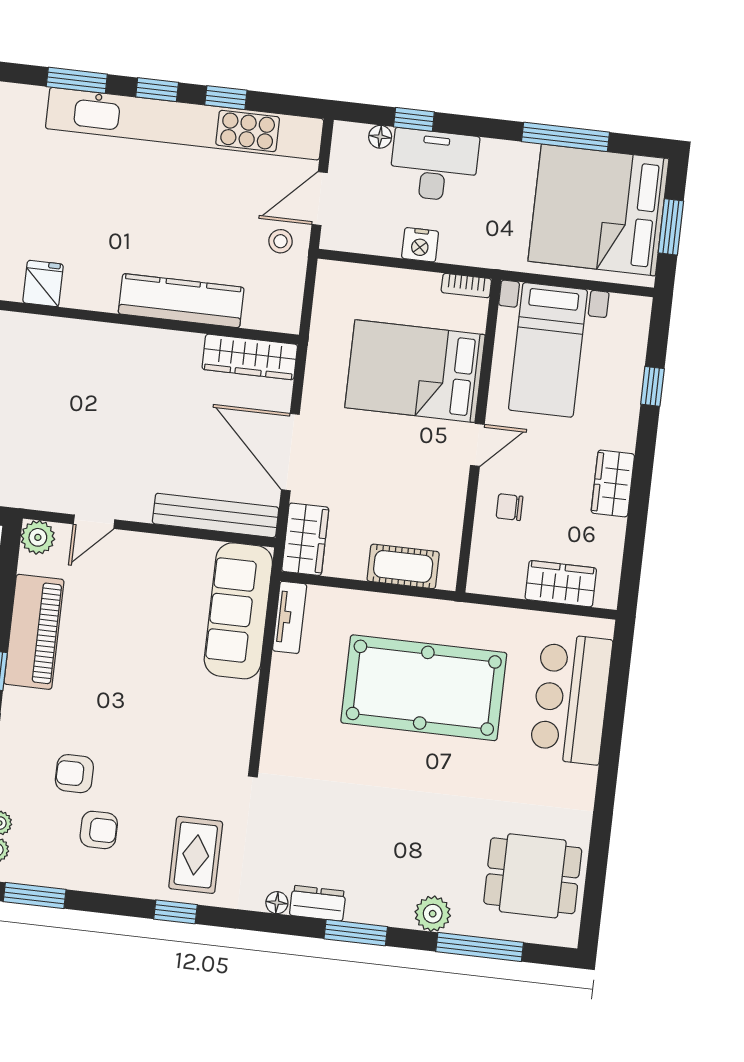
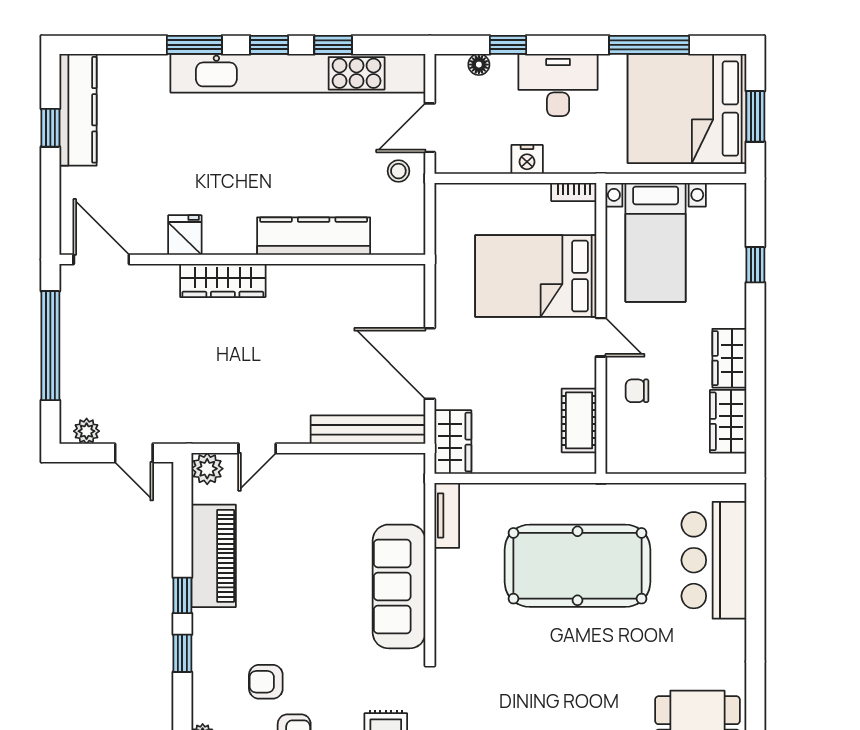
desk: (434, 165) -> (558, 85), moved
wardrobe: (250, 357) -> (223, 280), moved
door: (477, 445) -> (601, 337), hinge flipped
cot: (403, 566) -> (579, 420), moved, turned 90
wardrobe: (561, 584) -> (728, 421), moved, turned -90
sofa: (238, 611) -> (399, 586), moved

